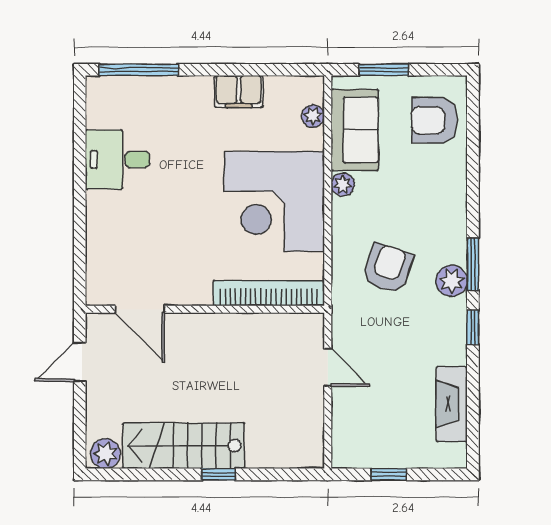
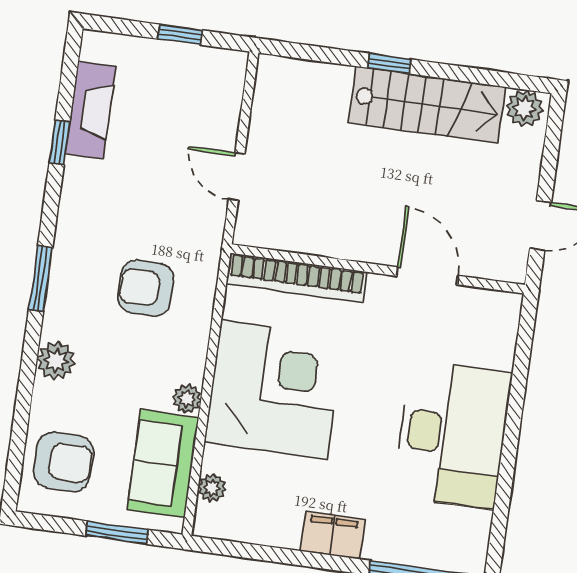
filing cabinet: (239, 92) -> (332, 535), moved
desk: (118, 159) -> (452, 434), width x1.87, depth x1.30
armchair: (388, 268) -> (146, 288), turned 71
plant: (452, 281) -> (56, 361), moved
door: (140, 309) -> (427, 276), moved
window: (473, 327) -> (59, 142), moved

